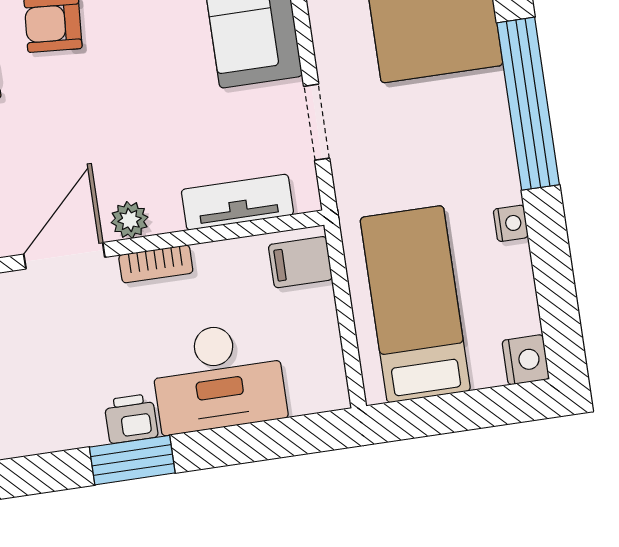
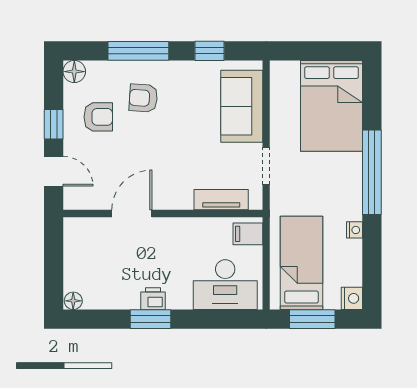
plant: (130, 220) -> (167, 201), removed
bookcase: (156, 264) -> (176, 224), removed
desk: (218, 377) -> (225, 285), moved
window: (453, 413) -> (312, 319), added

